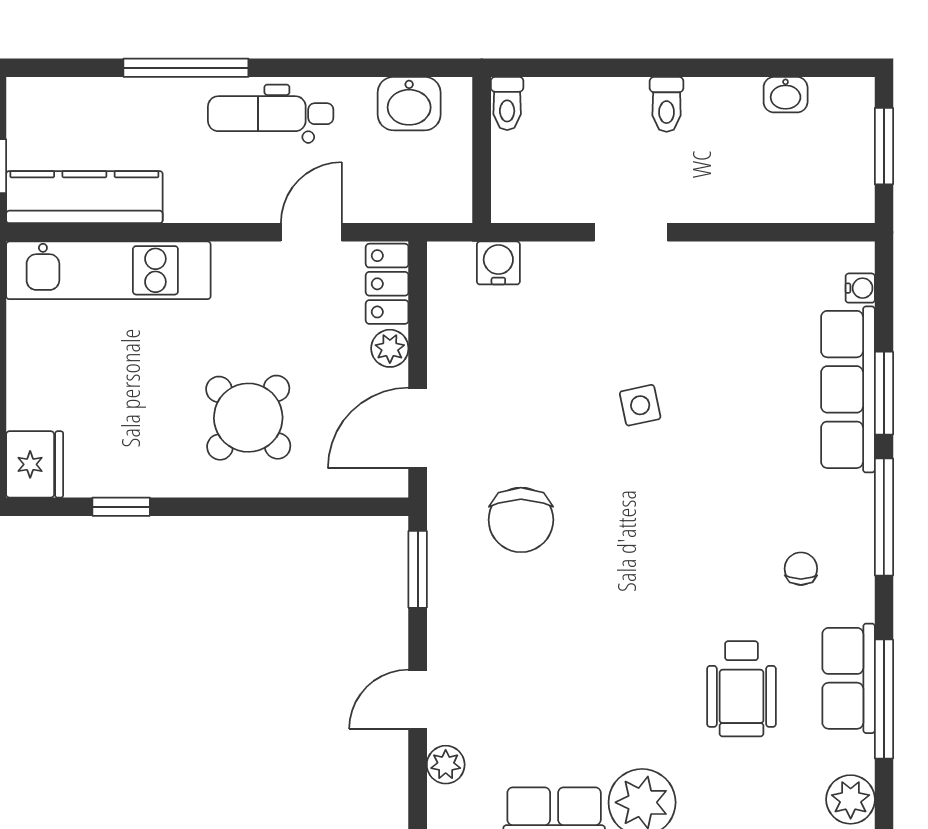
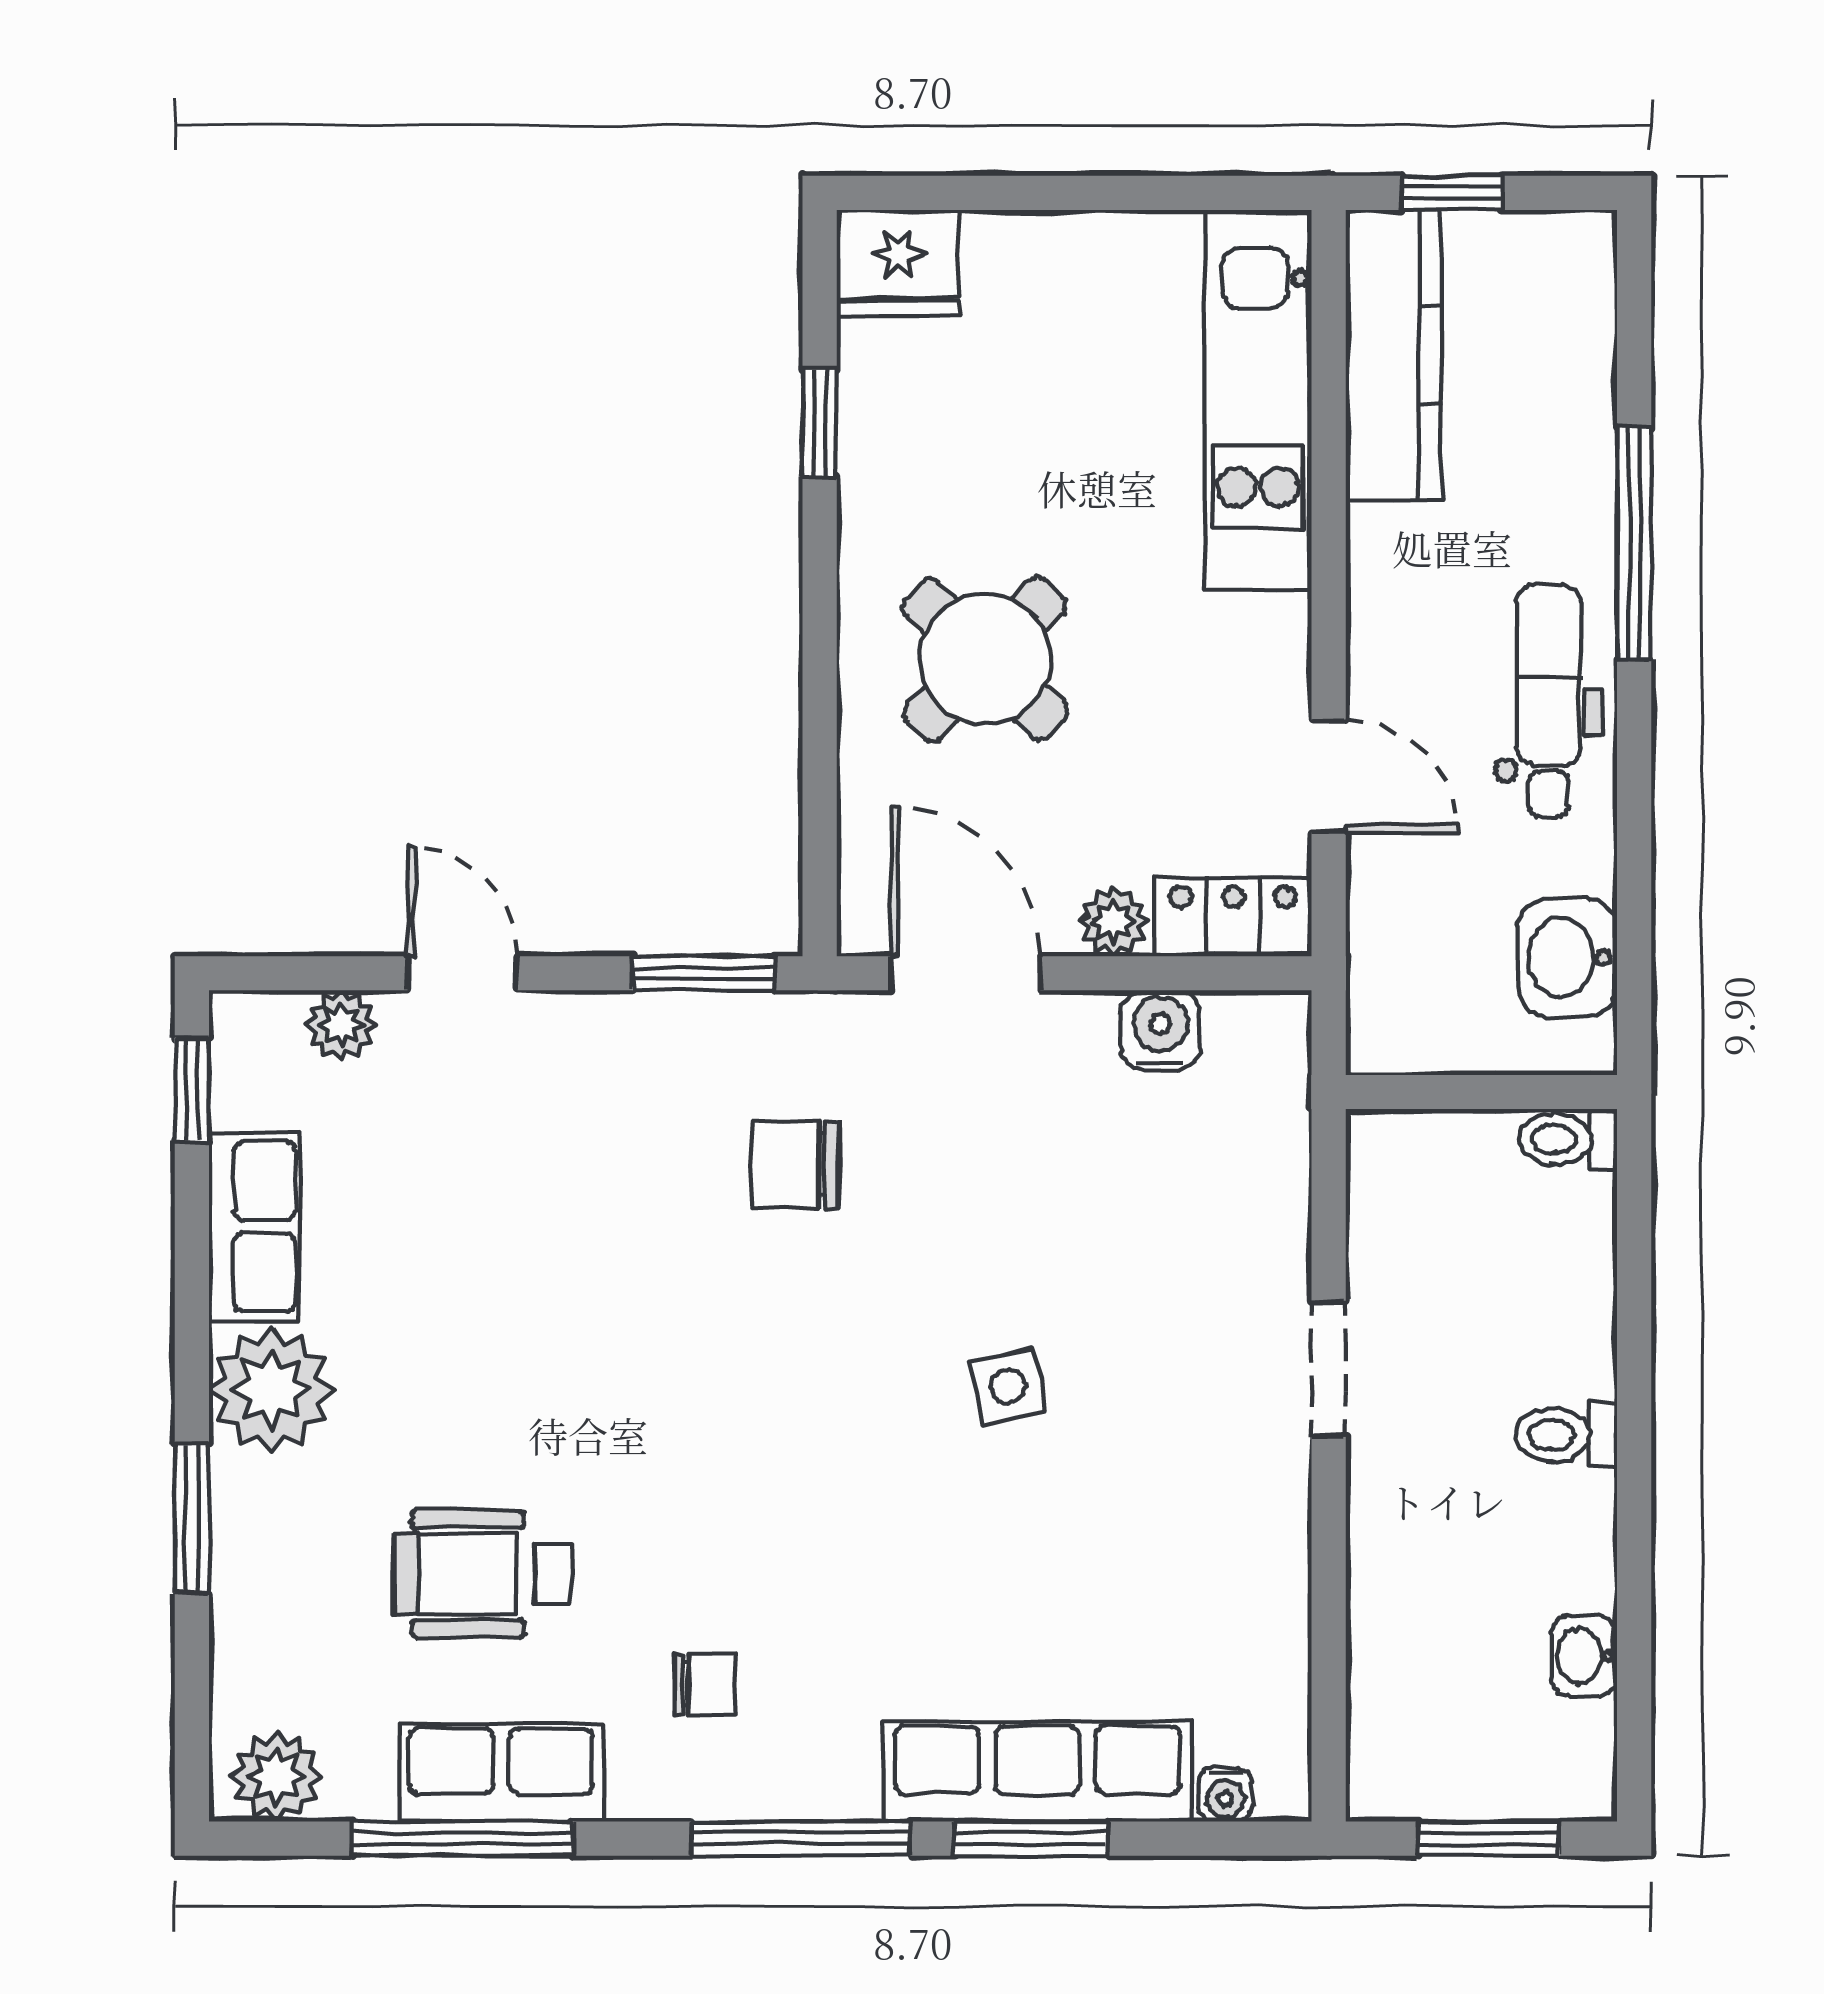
water cooler: (498, 263) -> (1160, 1030), moved, turned -90
chair: (521, 520) -> (795, 1165), width x0.73, depth x0.73

